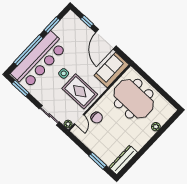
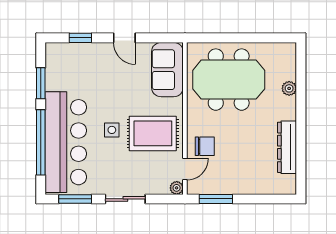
door: (106, 39) -> (124, 38), width x0.53
sliding door: (49, 115) -> (125, 199), moved
door: (79, 119) -> (185, 169), hinge flipped
dresser: (123, 160) -> (287, 147), moved
window: (98, 161) -> (216, 199), moved

